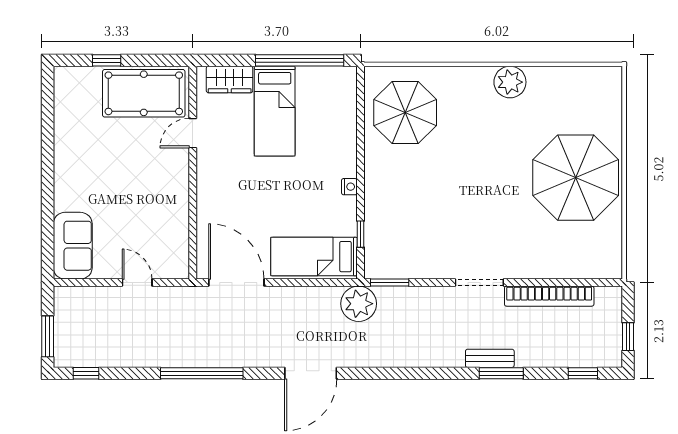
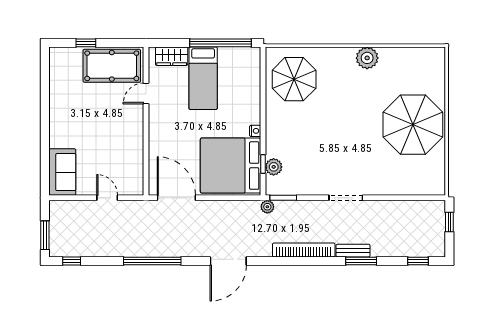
plant: (376, 238) -> (274, 167), added
bed: (314, 257) -> (231, 166), width x2.04
bookcase: (549, 296) -> (304, 250), moved, turned 180
plant: (359, 304) -> (267, 207), width x0.53, depth x0.53
window: (628, 337) -> (449, 222), moved

